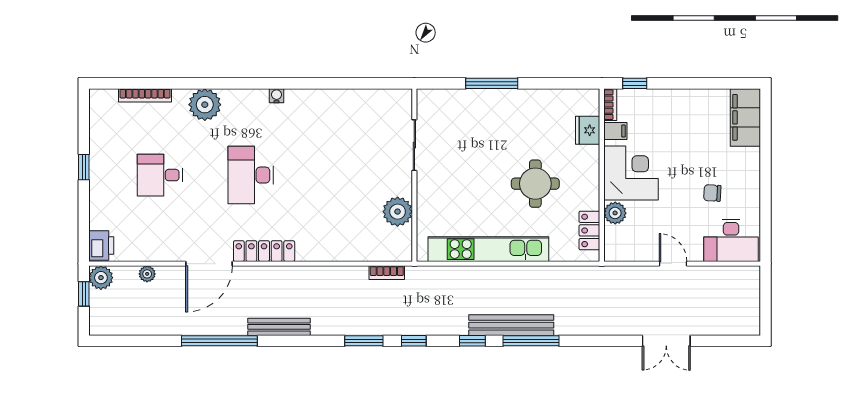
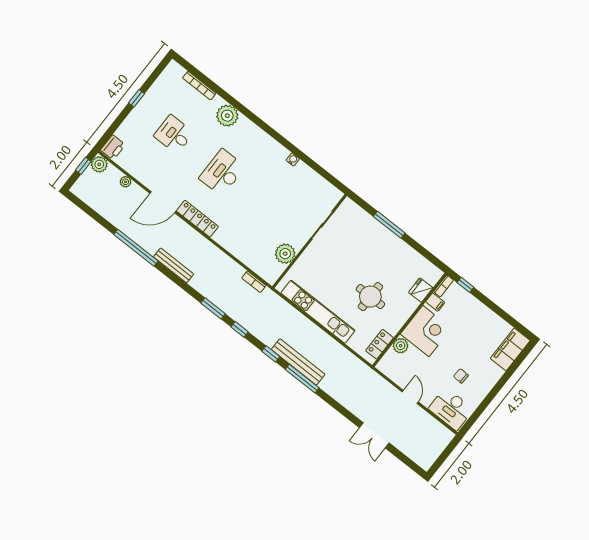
water cooler: (277, 96) -> (293, 160), moved

